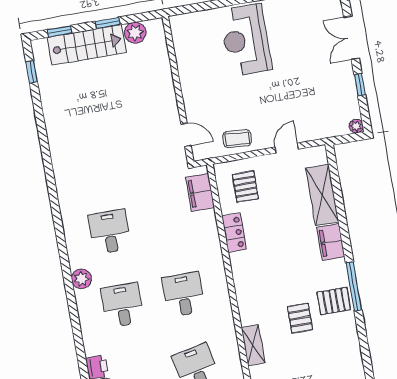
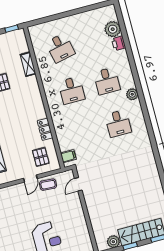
door: (186, 135) -> (78, 184), hinge flipped
door: (287, 148) -> (30, 178), moved
filing cabinet: (200, 192) -> (68, 156), width x0.50

